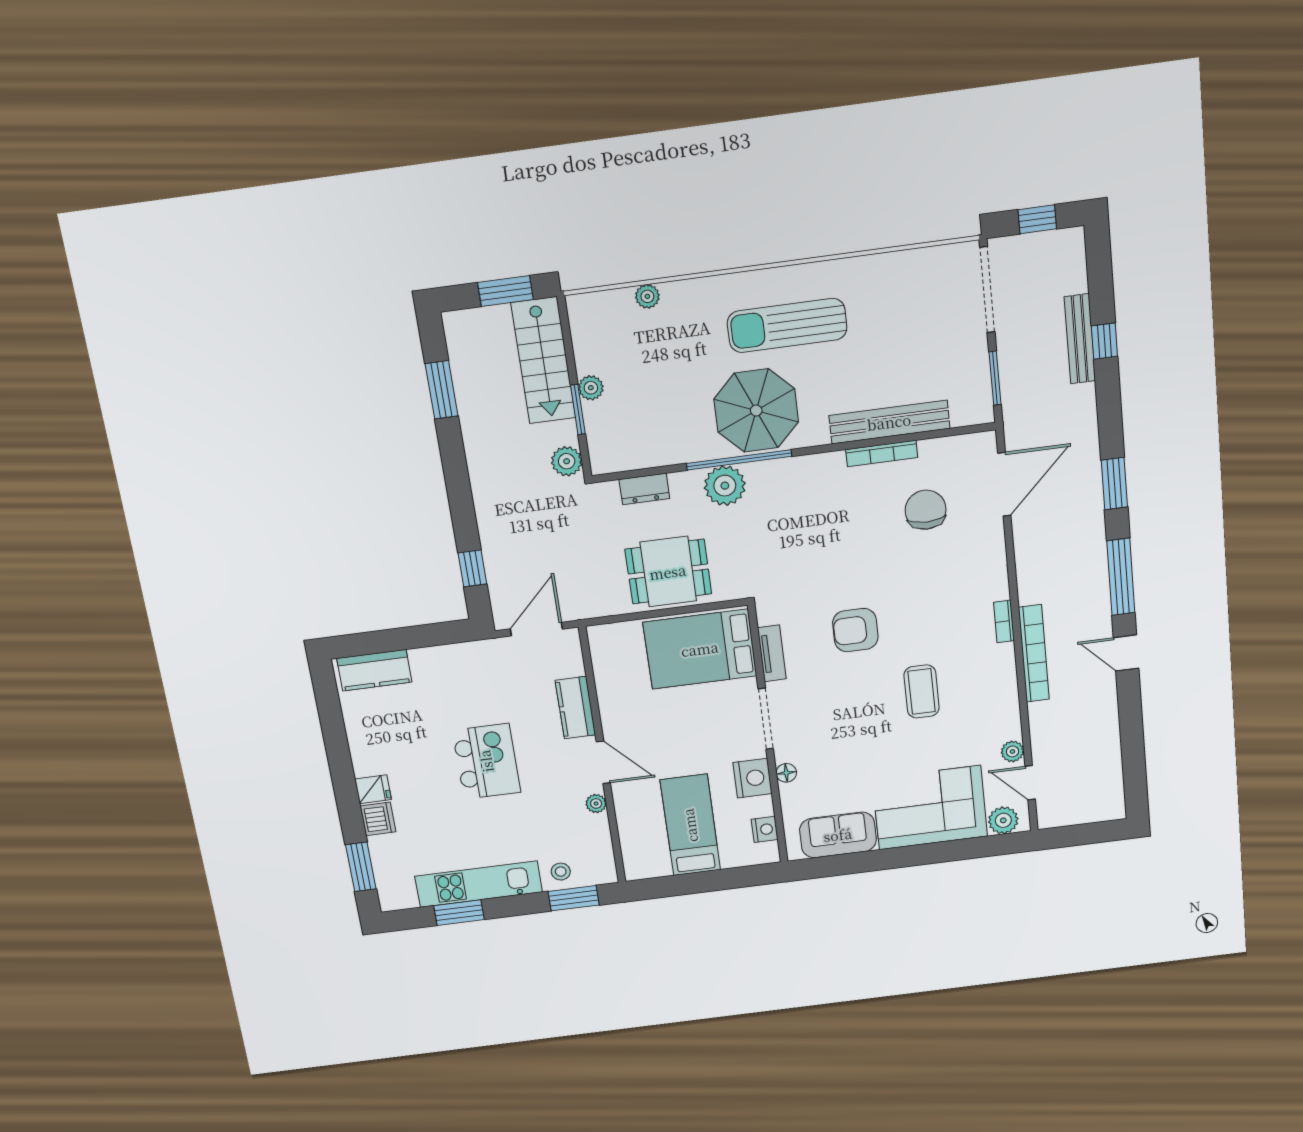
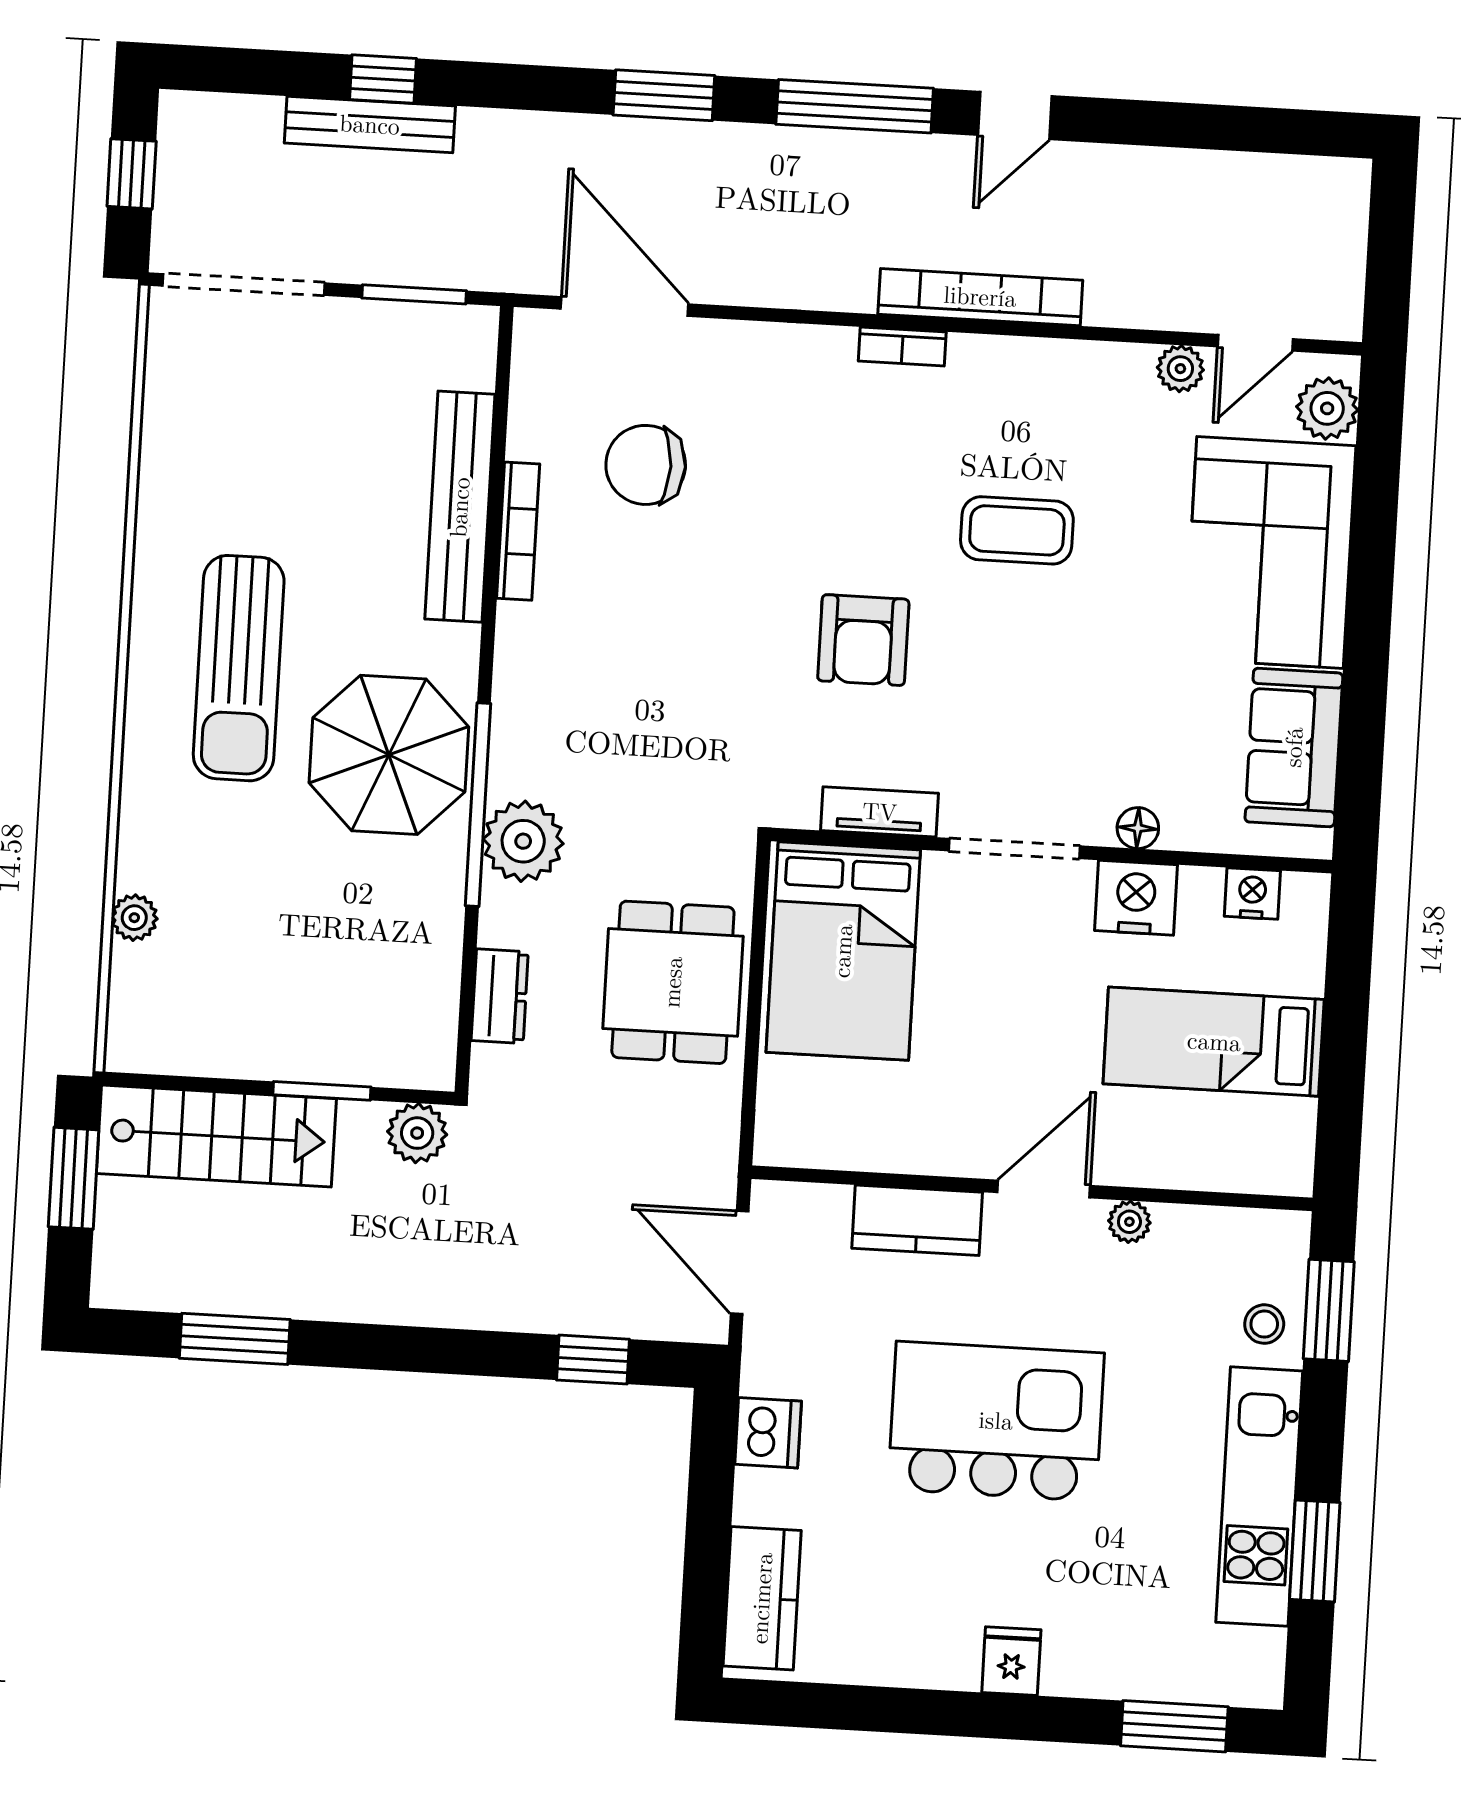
plant: (591, 388) -> (285, 1058), removed
kitchen island: (486, 761) -> (996, 1421), width x1.37, depth x1.28
dishwasher: (378, 819) -> (768, 1433), moved, turned 90

